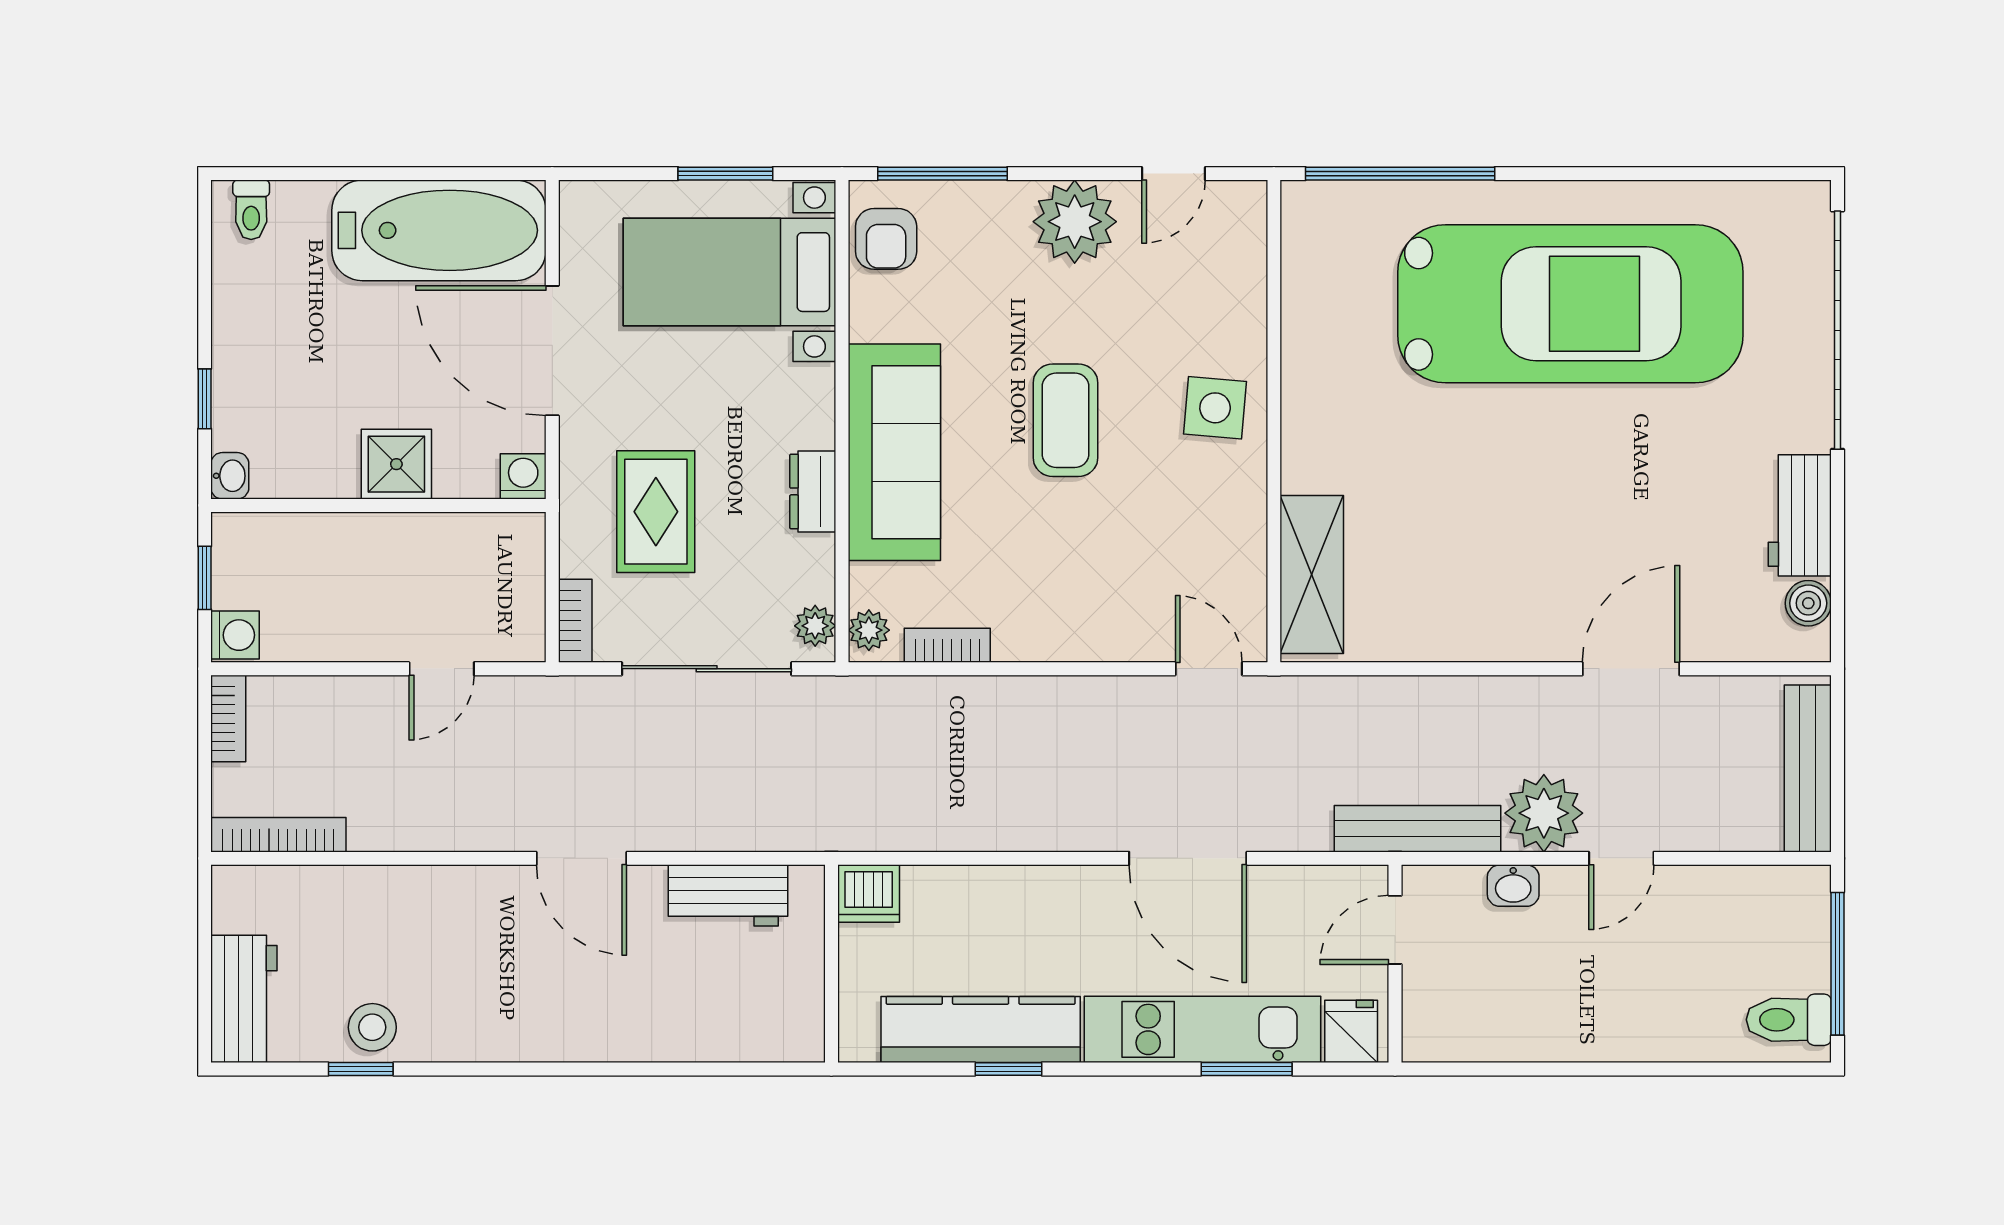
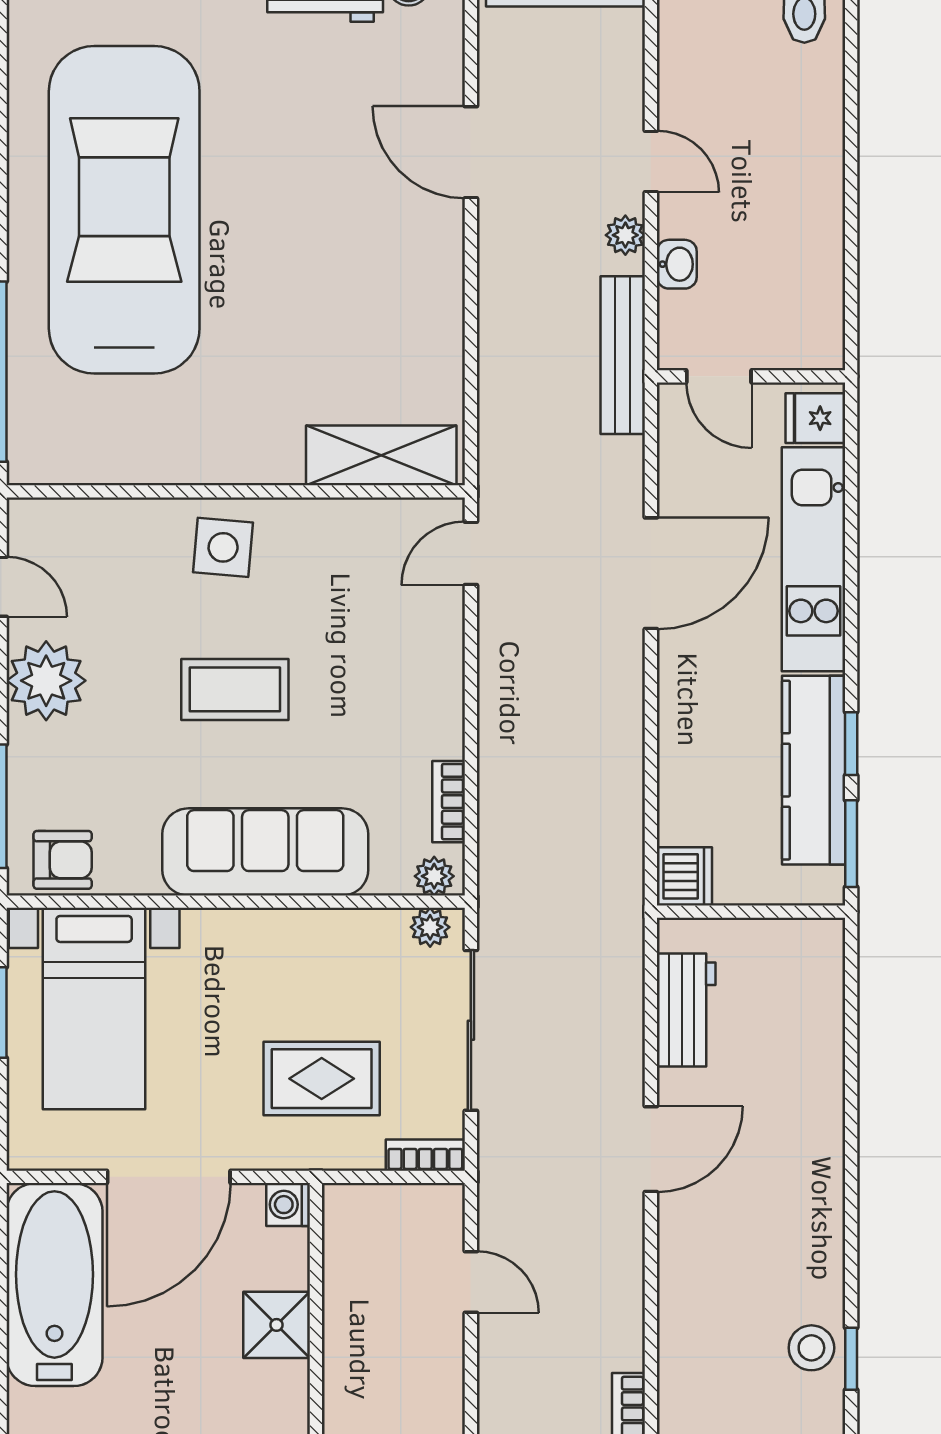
dresser: (813, 491) -> (303, 929), removed
plant: (1544, 813) -> (625, 235), width x0.53, depth x0.53
window: (1247, 1069) -> (851, 844), moved

